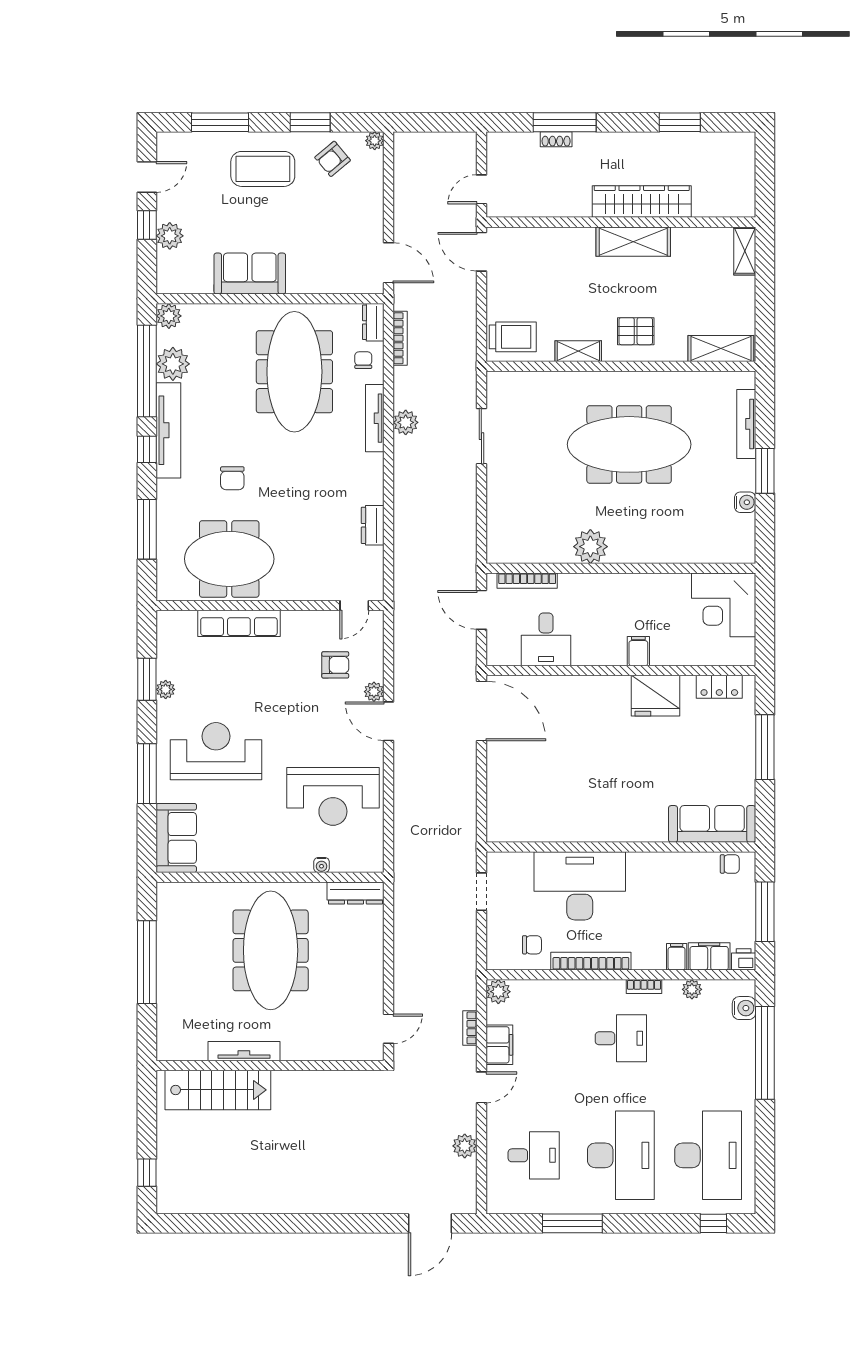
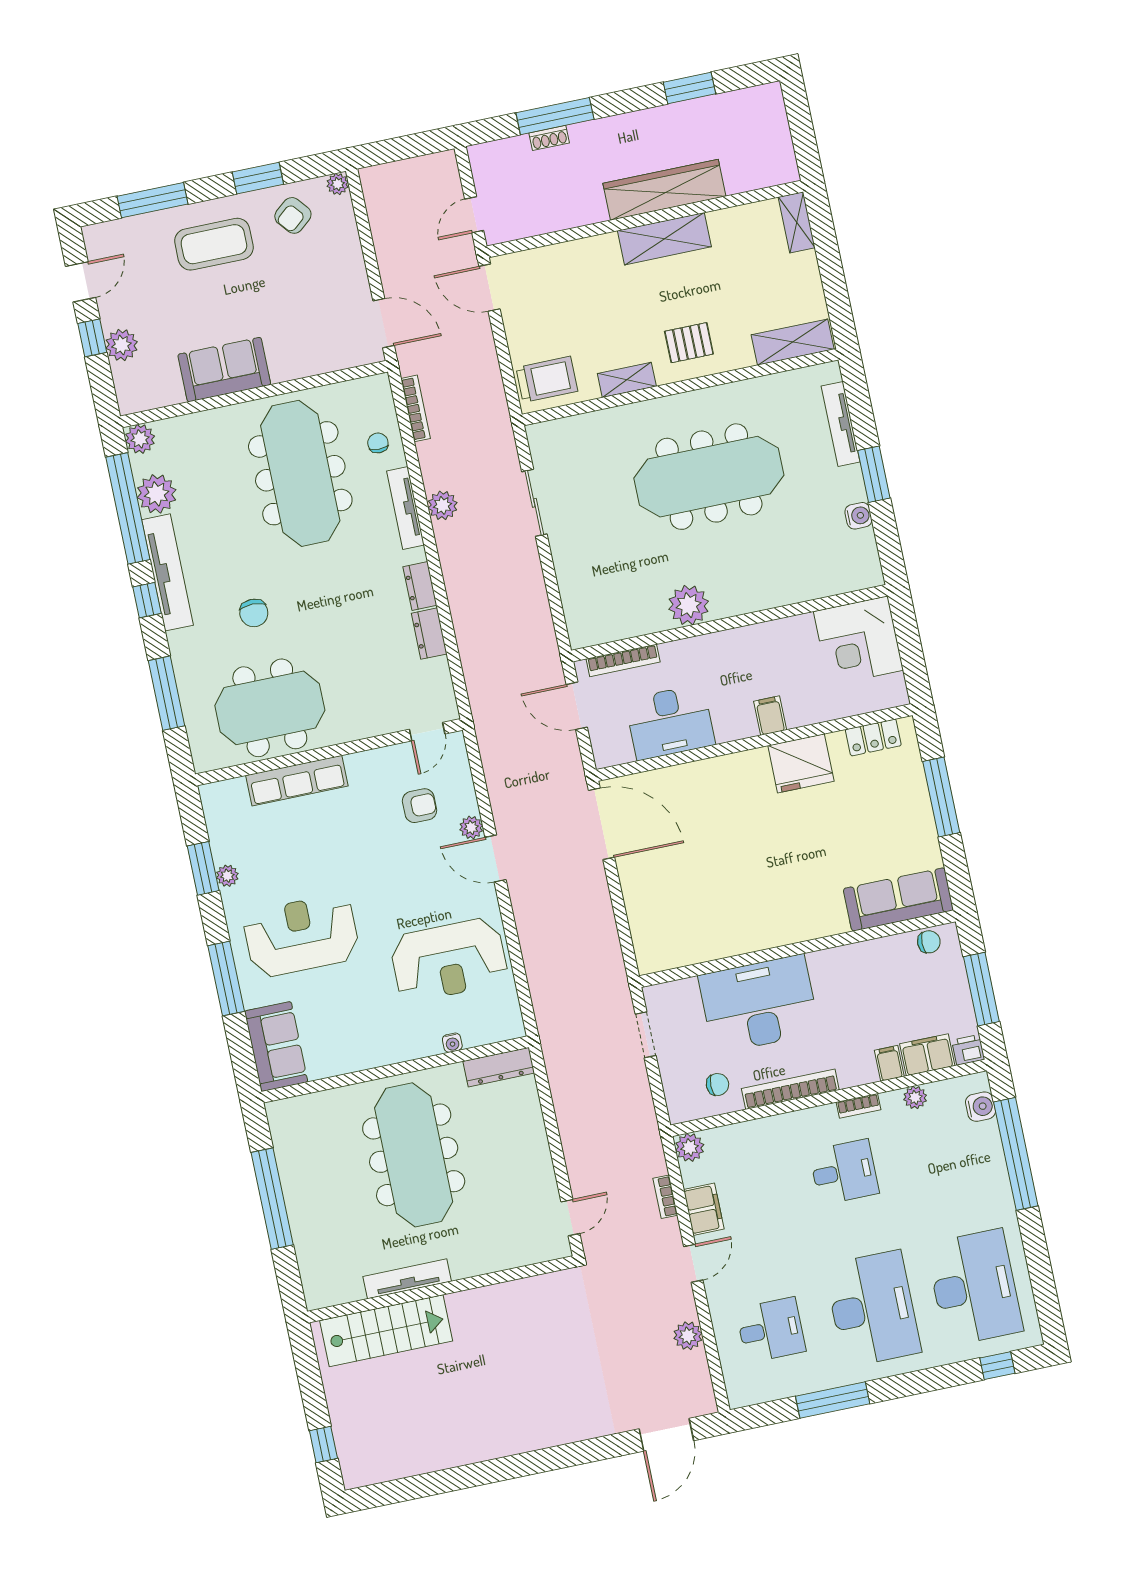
dresser: (373, 322) -> (420, 586), moved
desk: (546, 639) -> (670, 722), width x1.37

